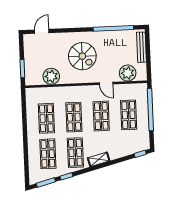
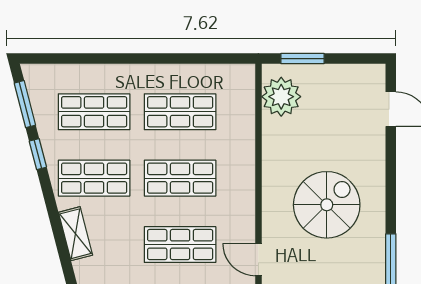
spiral stairs: (82, 56) -> (327, 205), turned 180
plant: (51, 76) -> (281, 97), moved
door: (106, 83) -> (258, 260), hinge flipped

